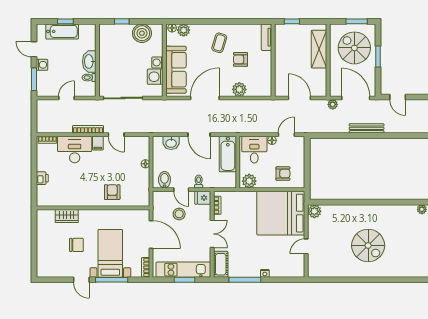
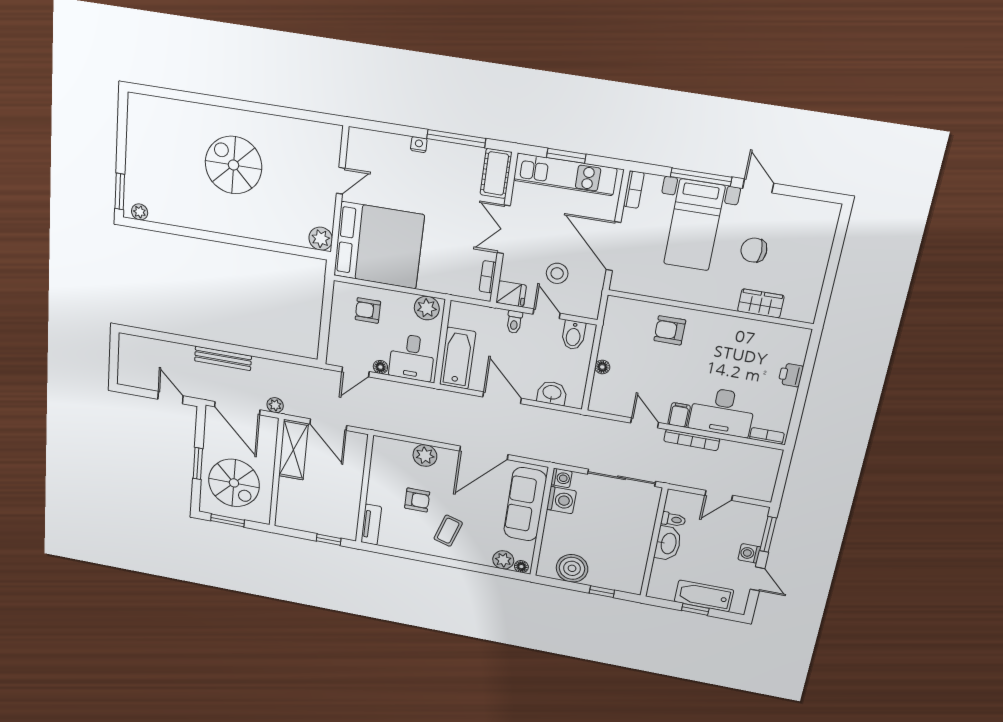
shelving: (319, 49) -> (293, 450), moved
washing machine: (157, 62) -> (561, 478), moved
armchair: (112, 192) -> (670, 330), turned 90

